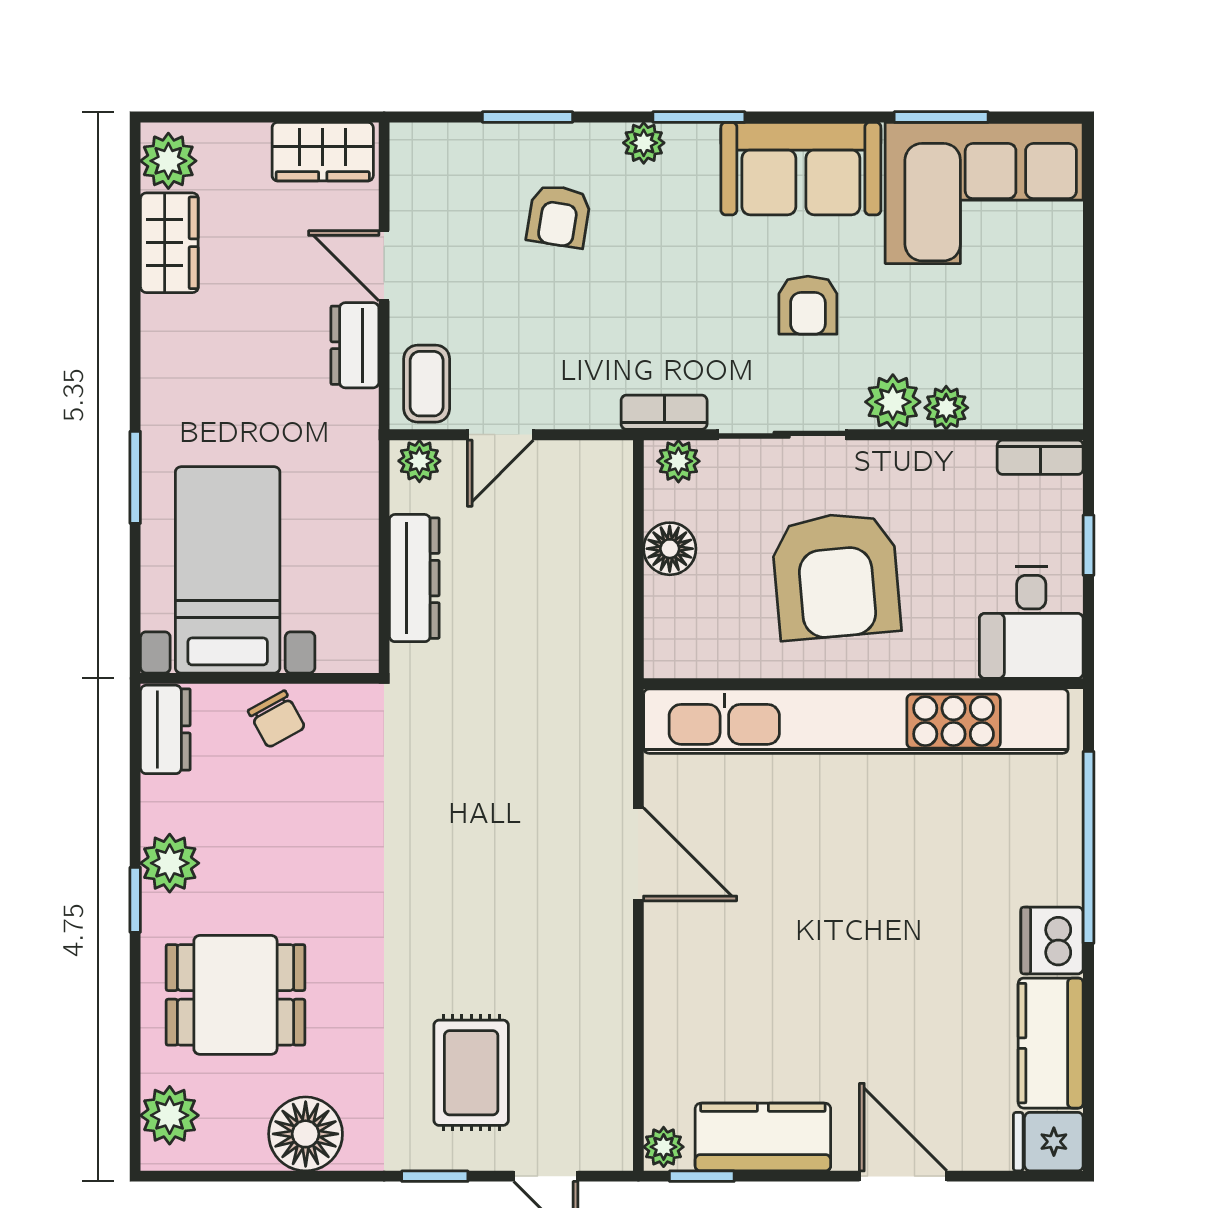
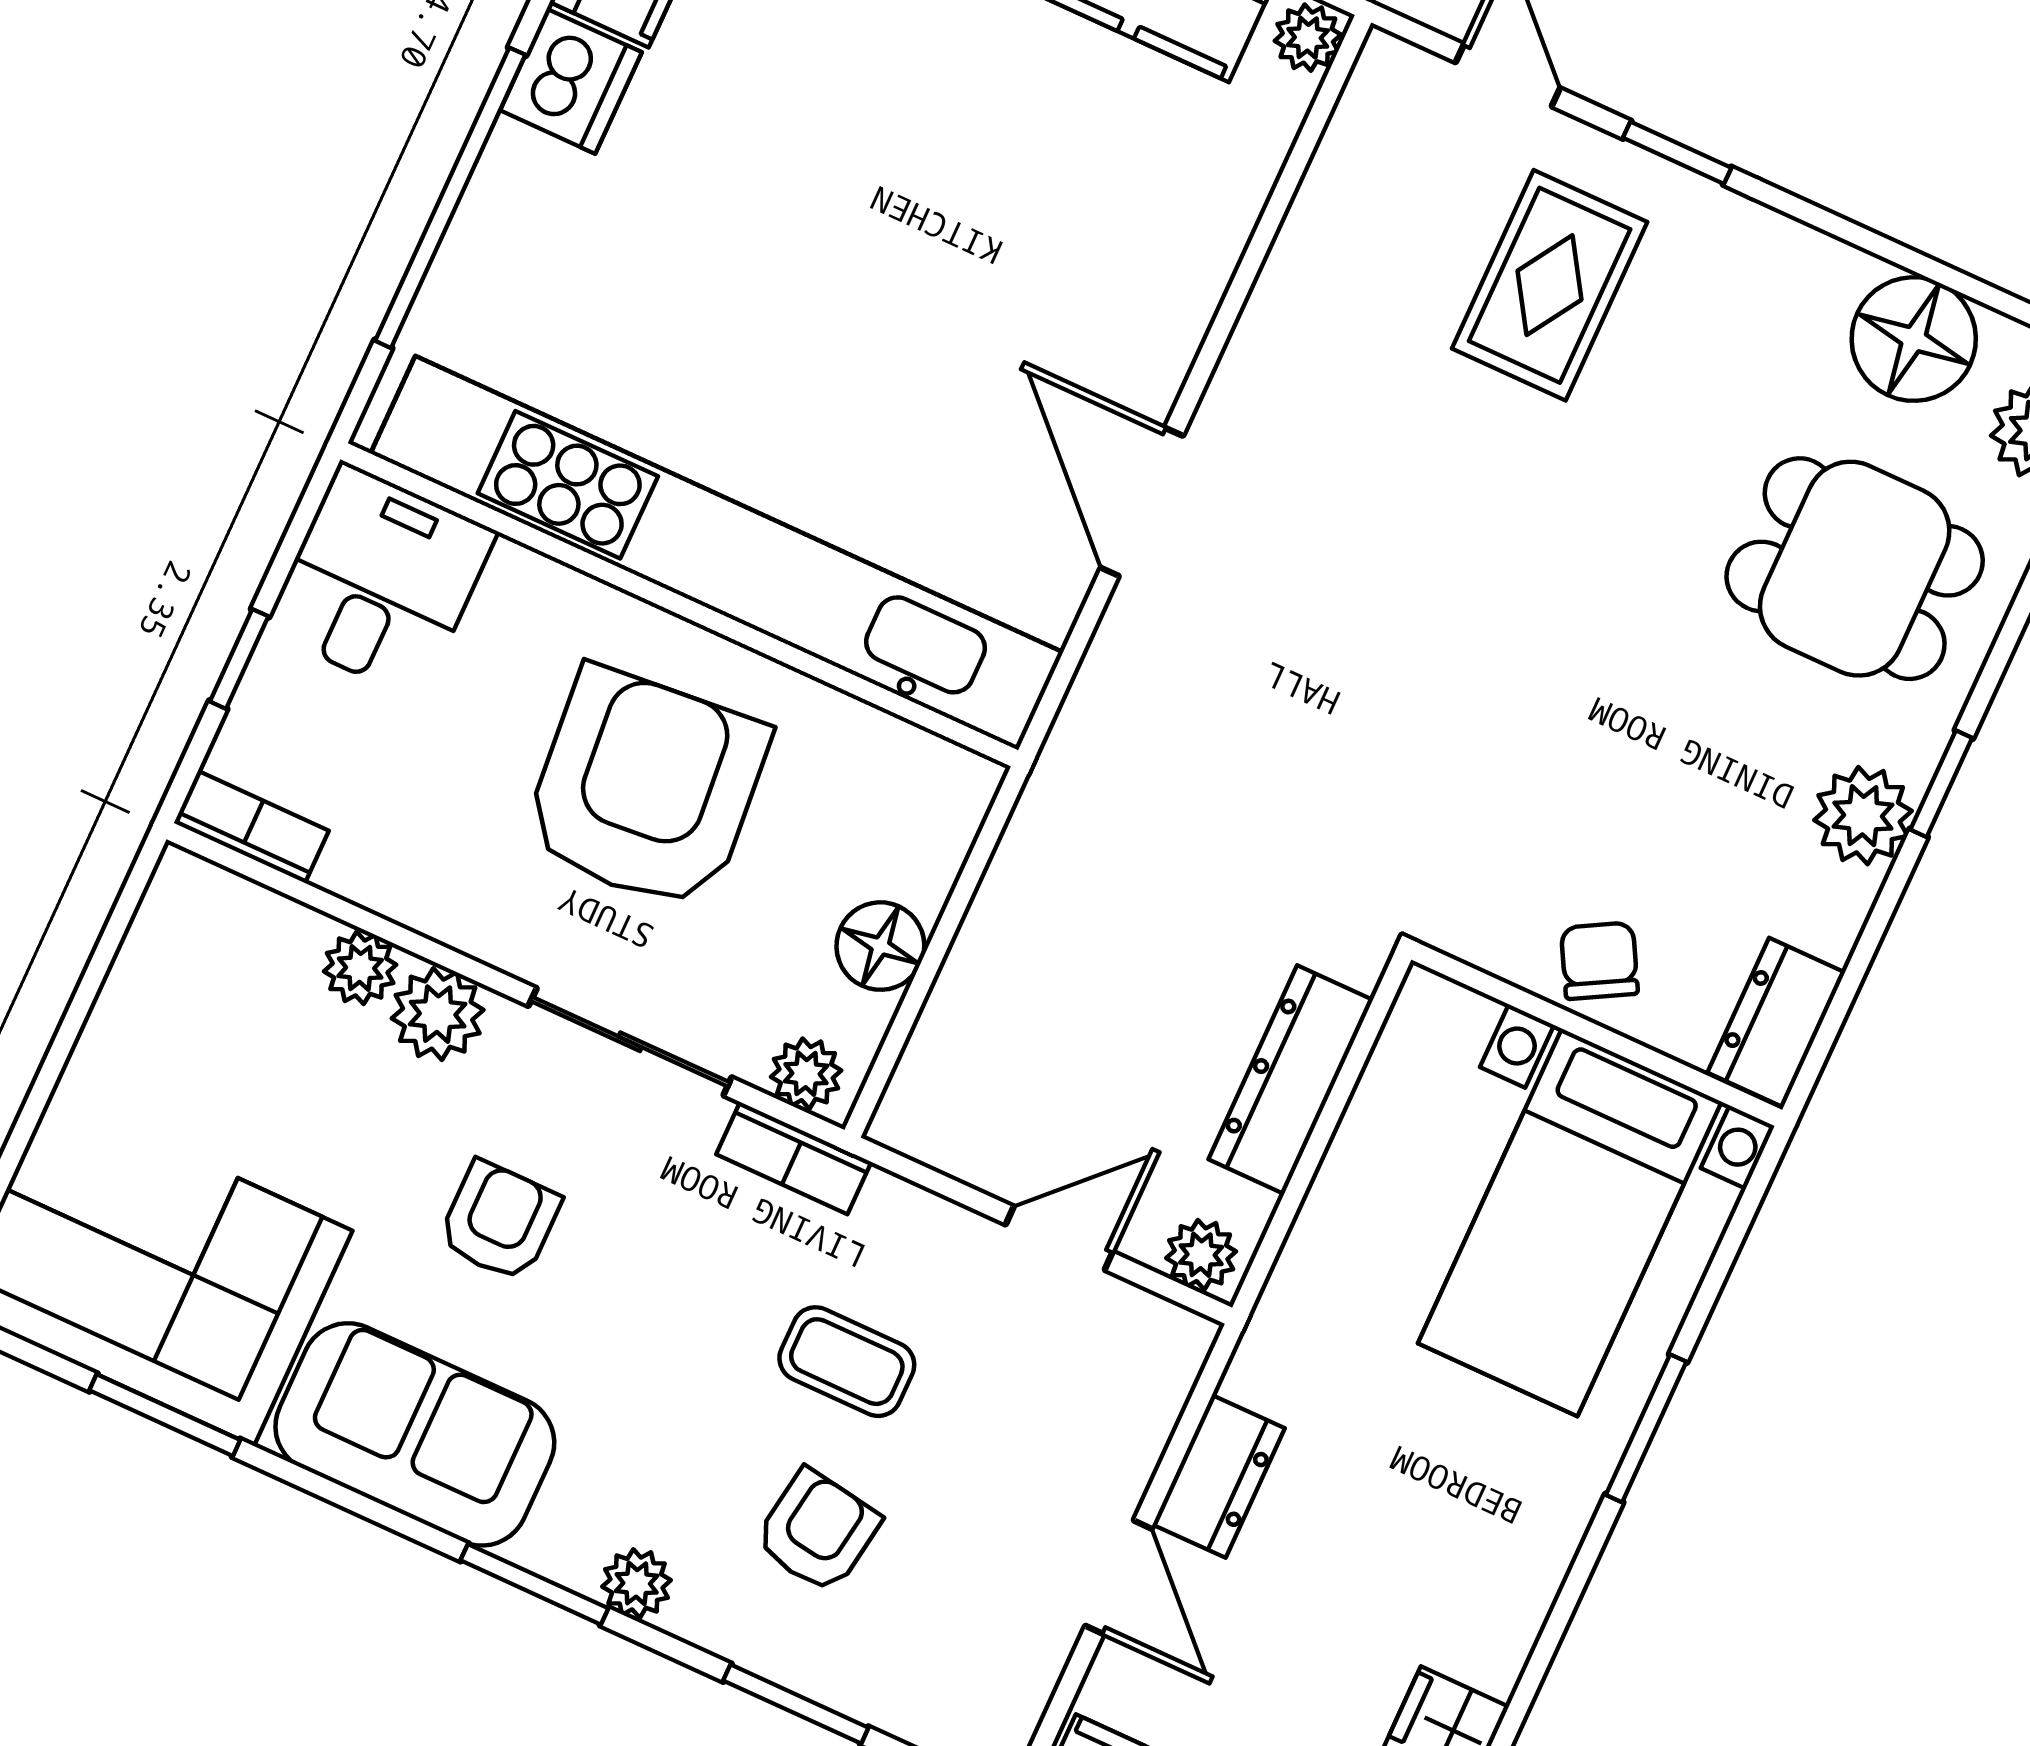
coffee table: (427, 384) -> (847, 1362), moved, turned 90
floor lamp: (306, 1134) -> (1914, 339), moved

